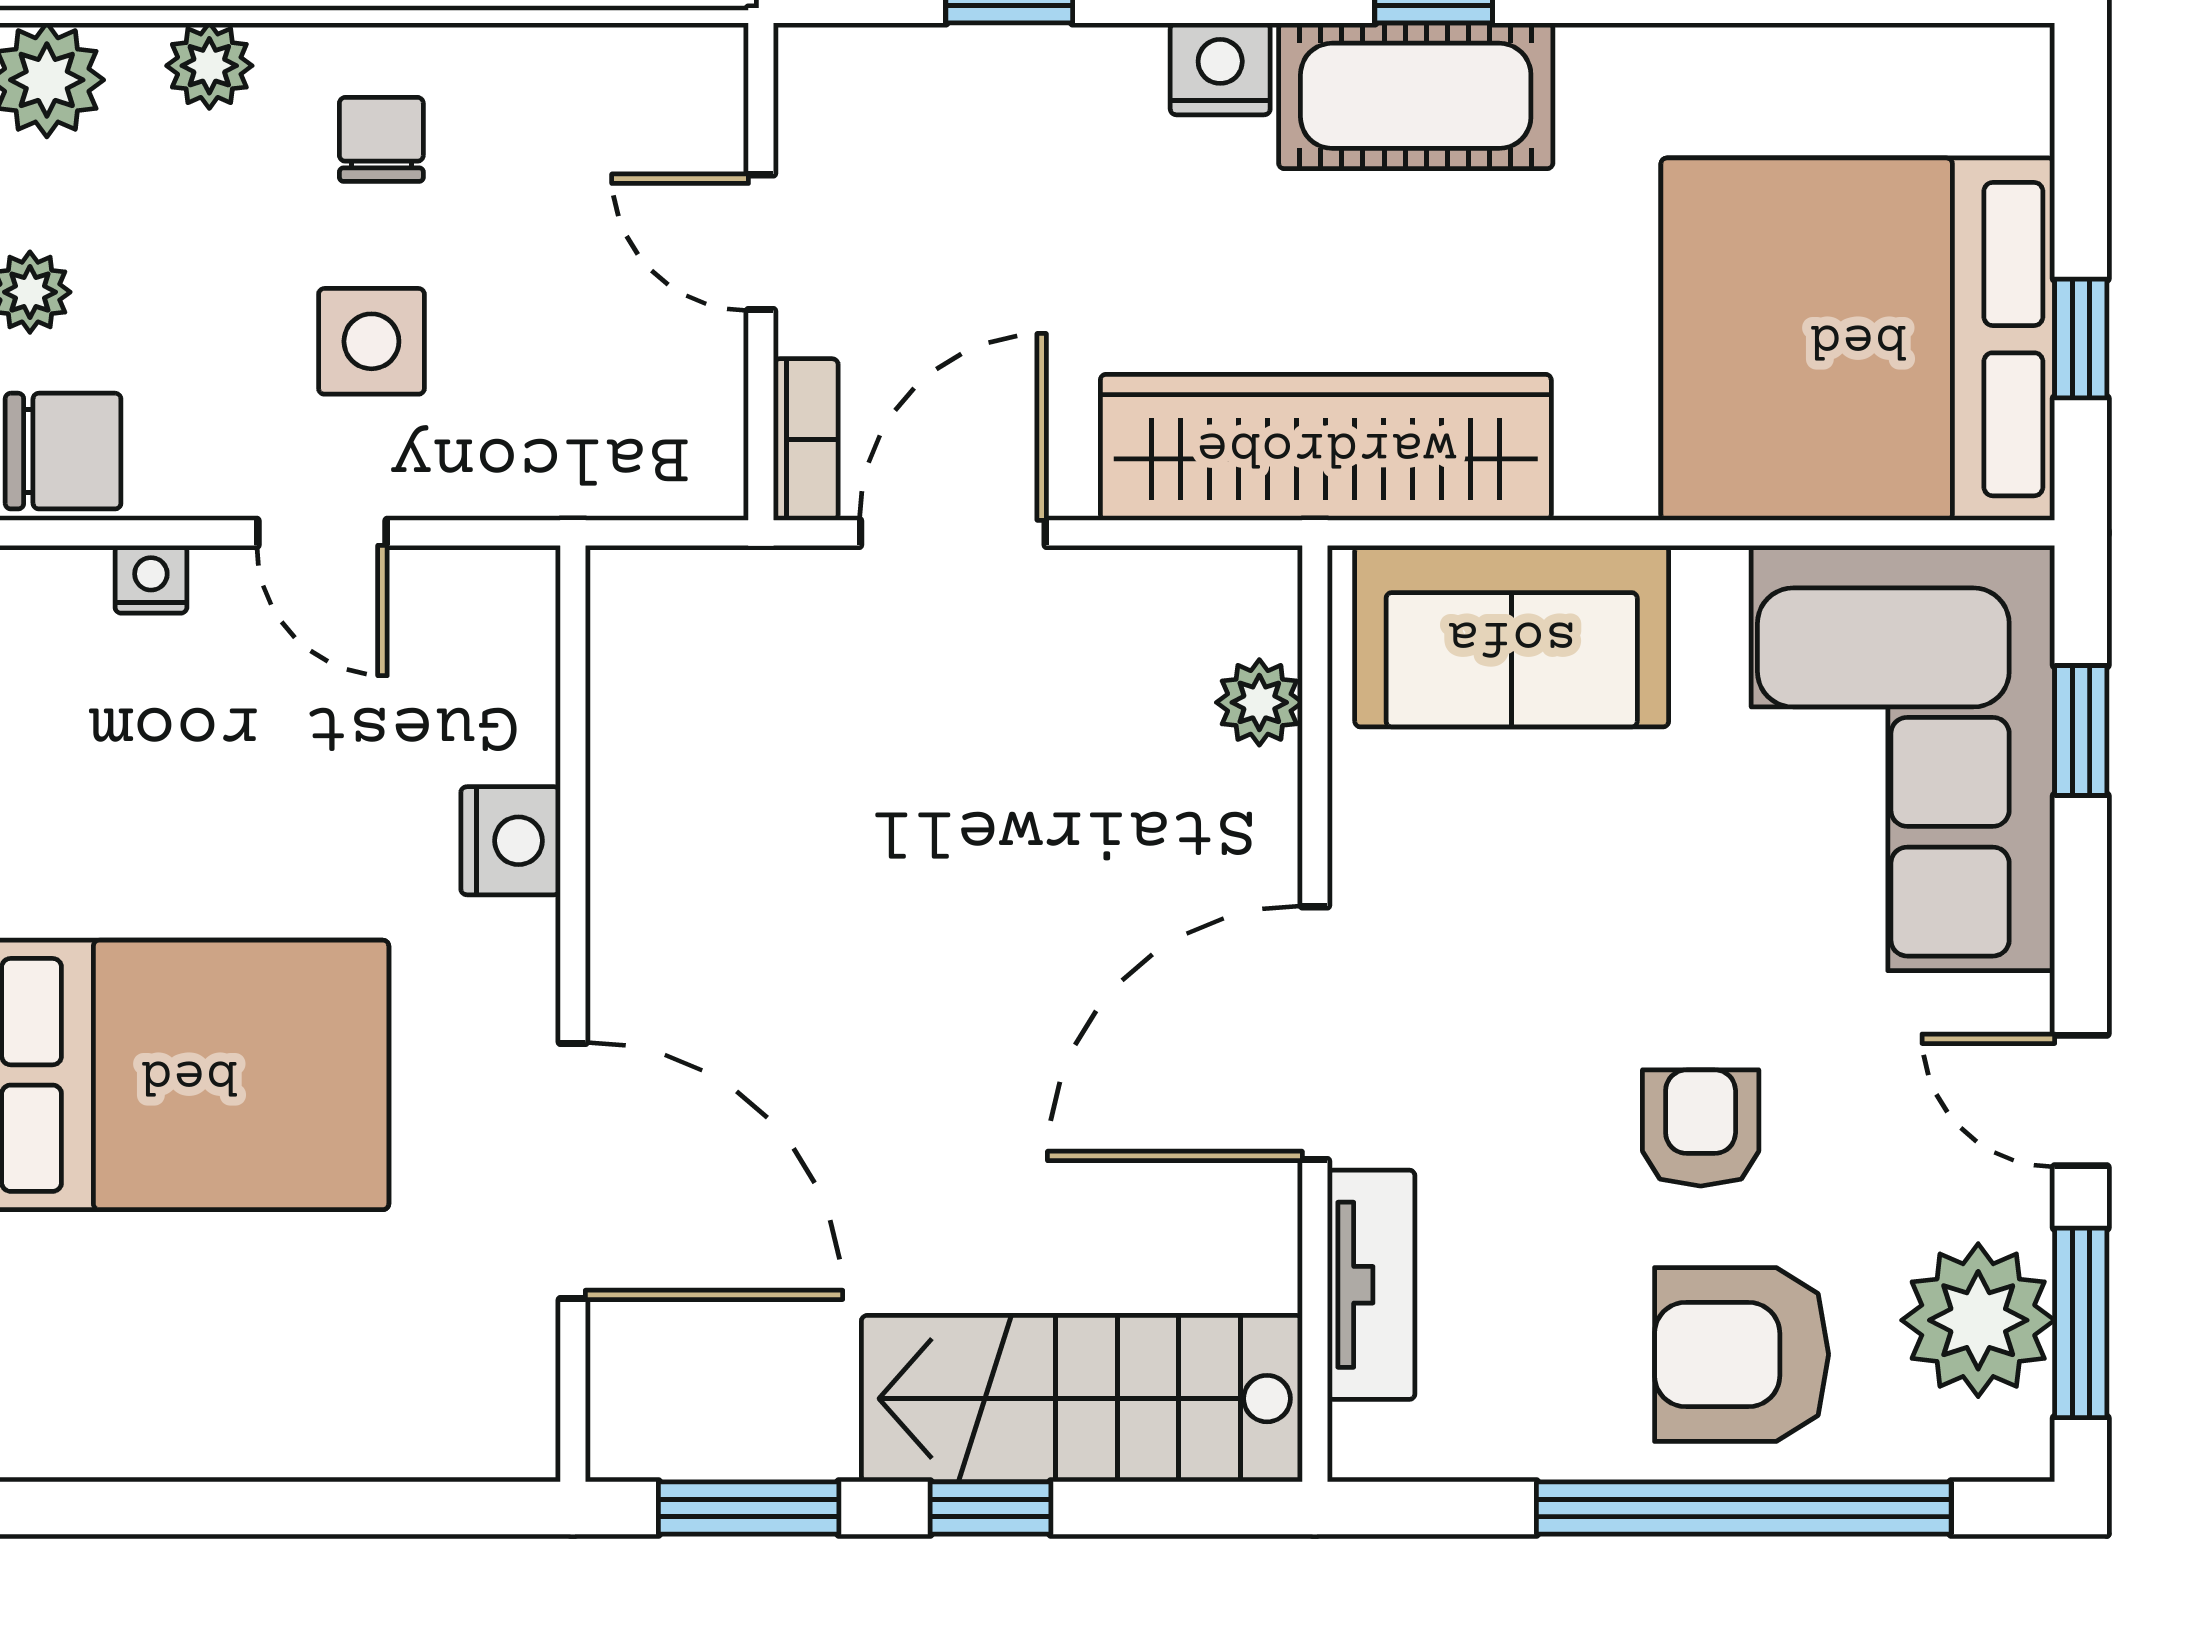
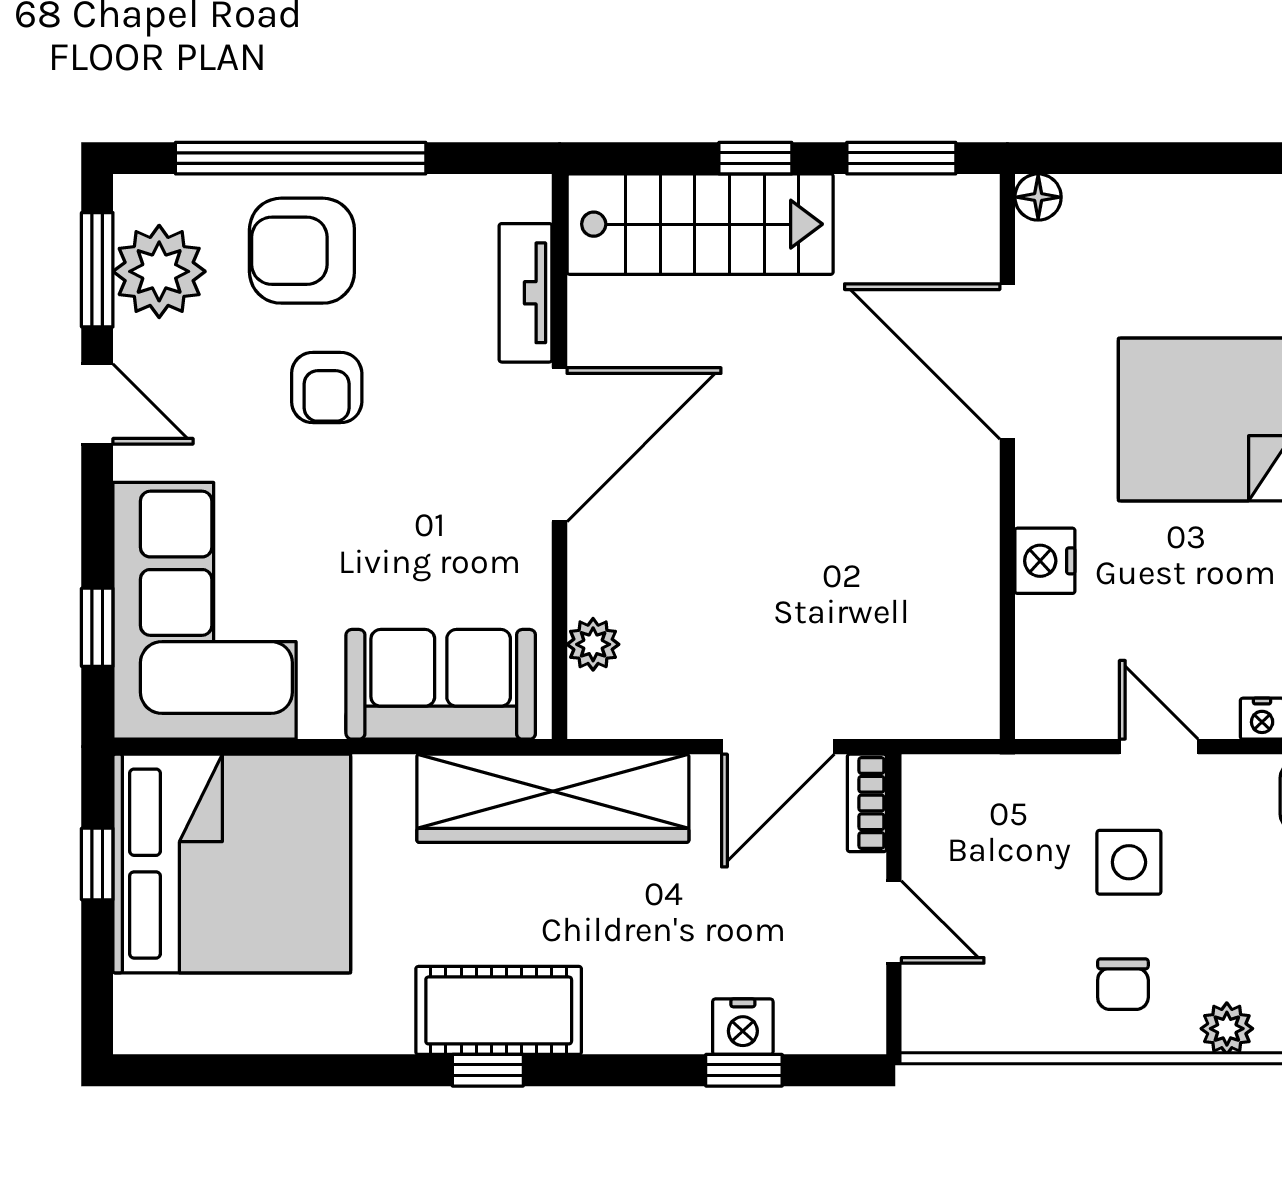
nightstand: (1220, 69) -> (743, 1027), moved
armchair: (1742, 1354) -> (302, 251), turned 180
floor lamp: (522, 1443) -> (1038, 197), added

